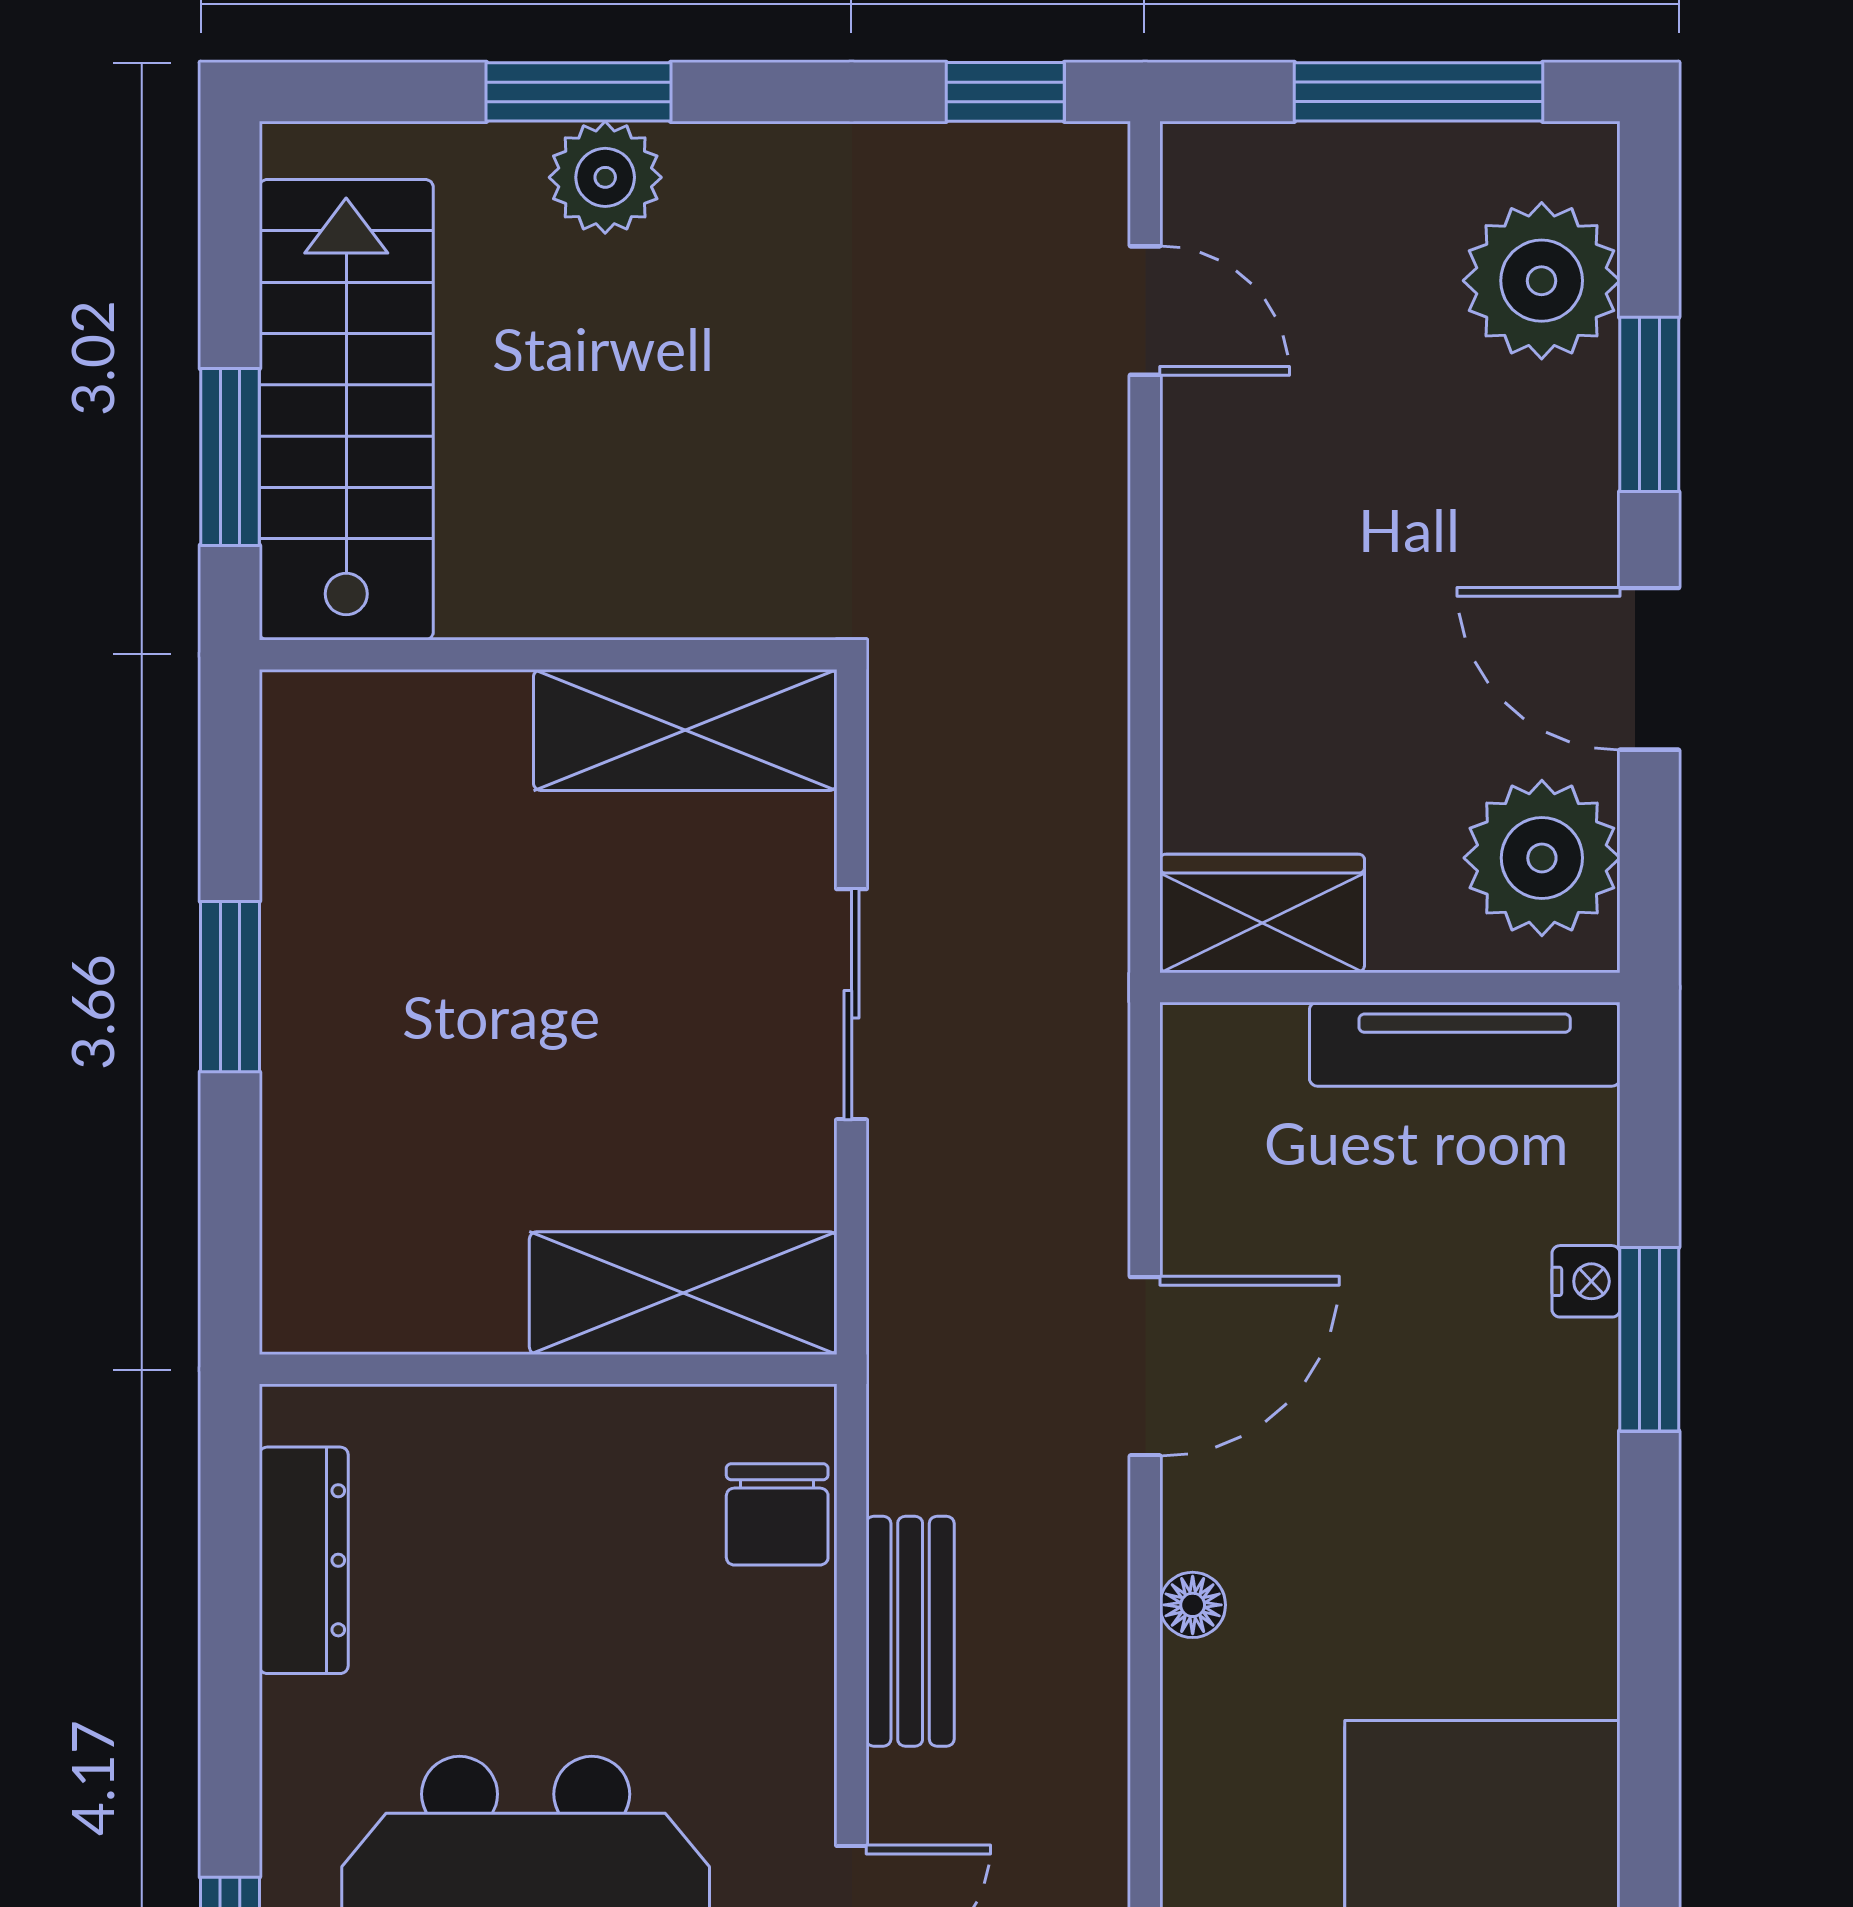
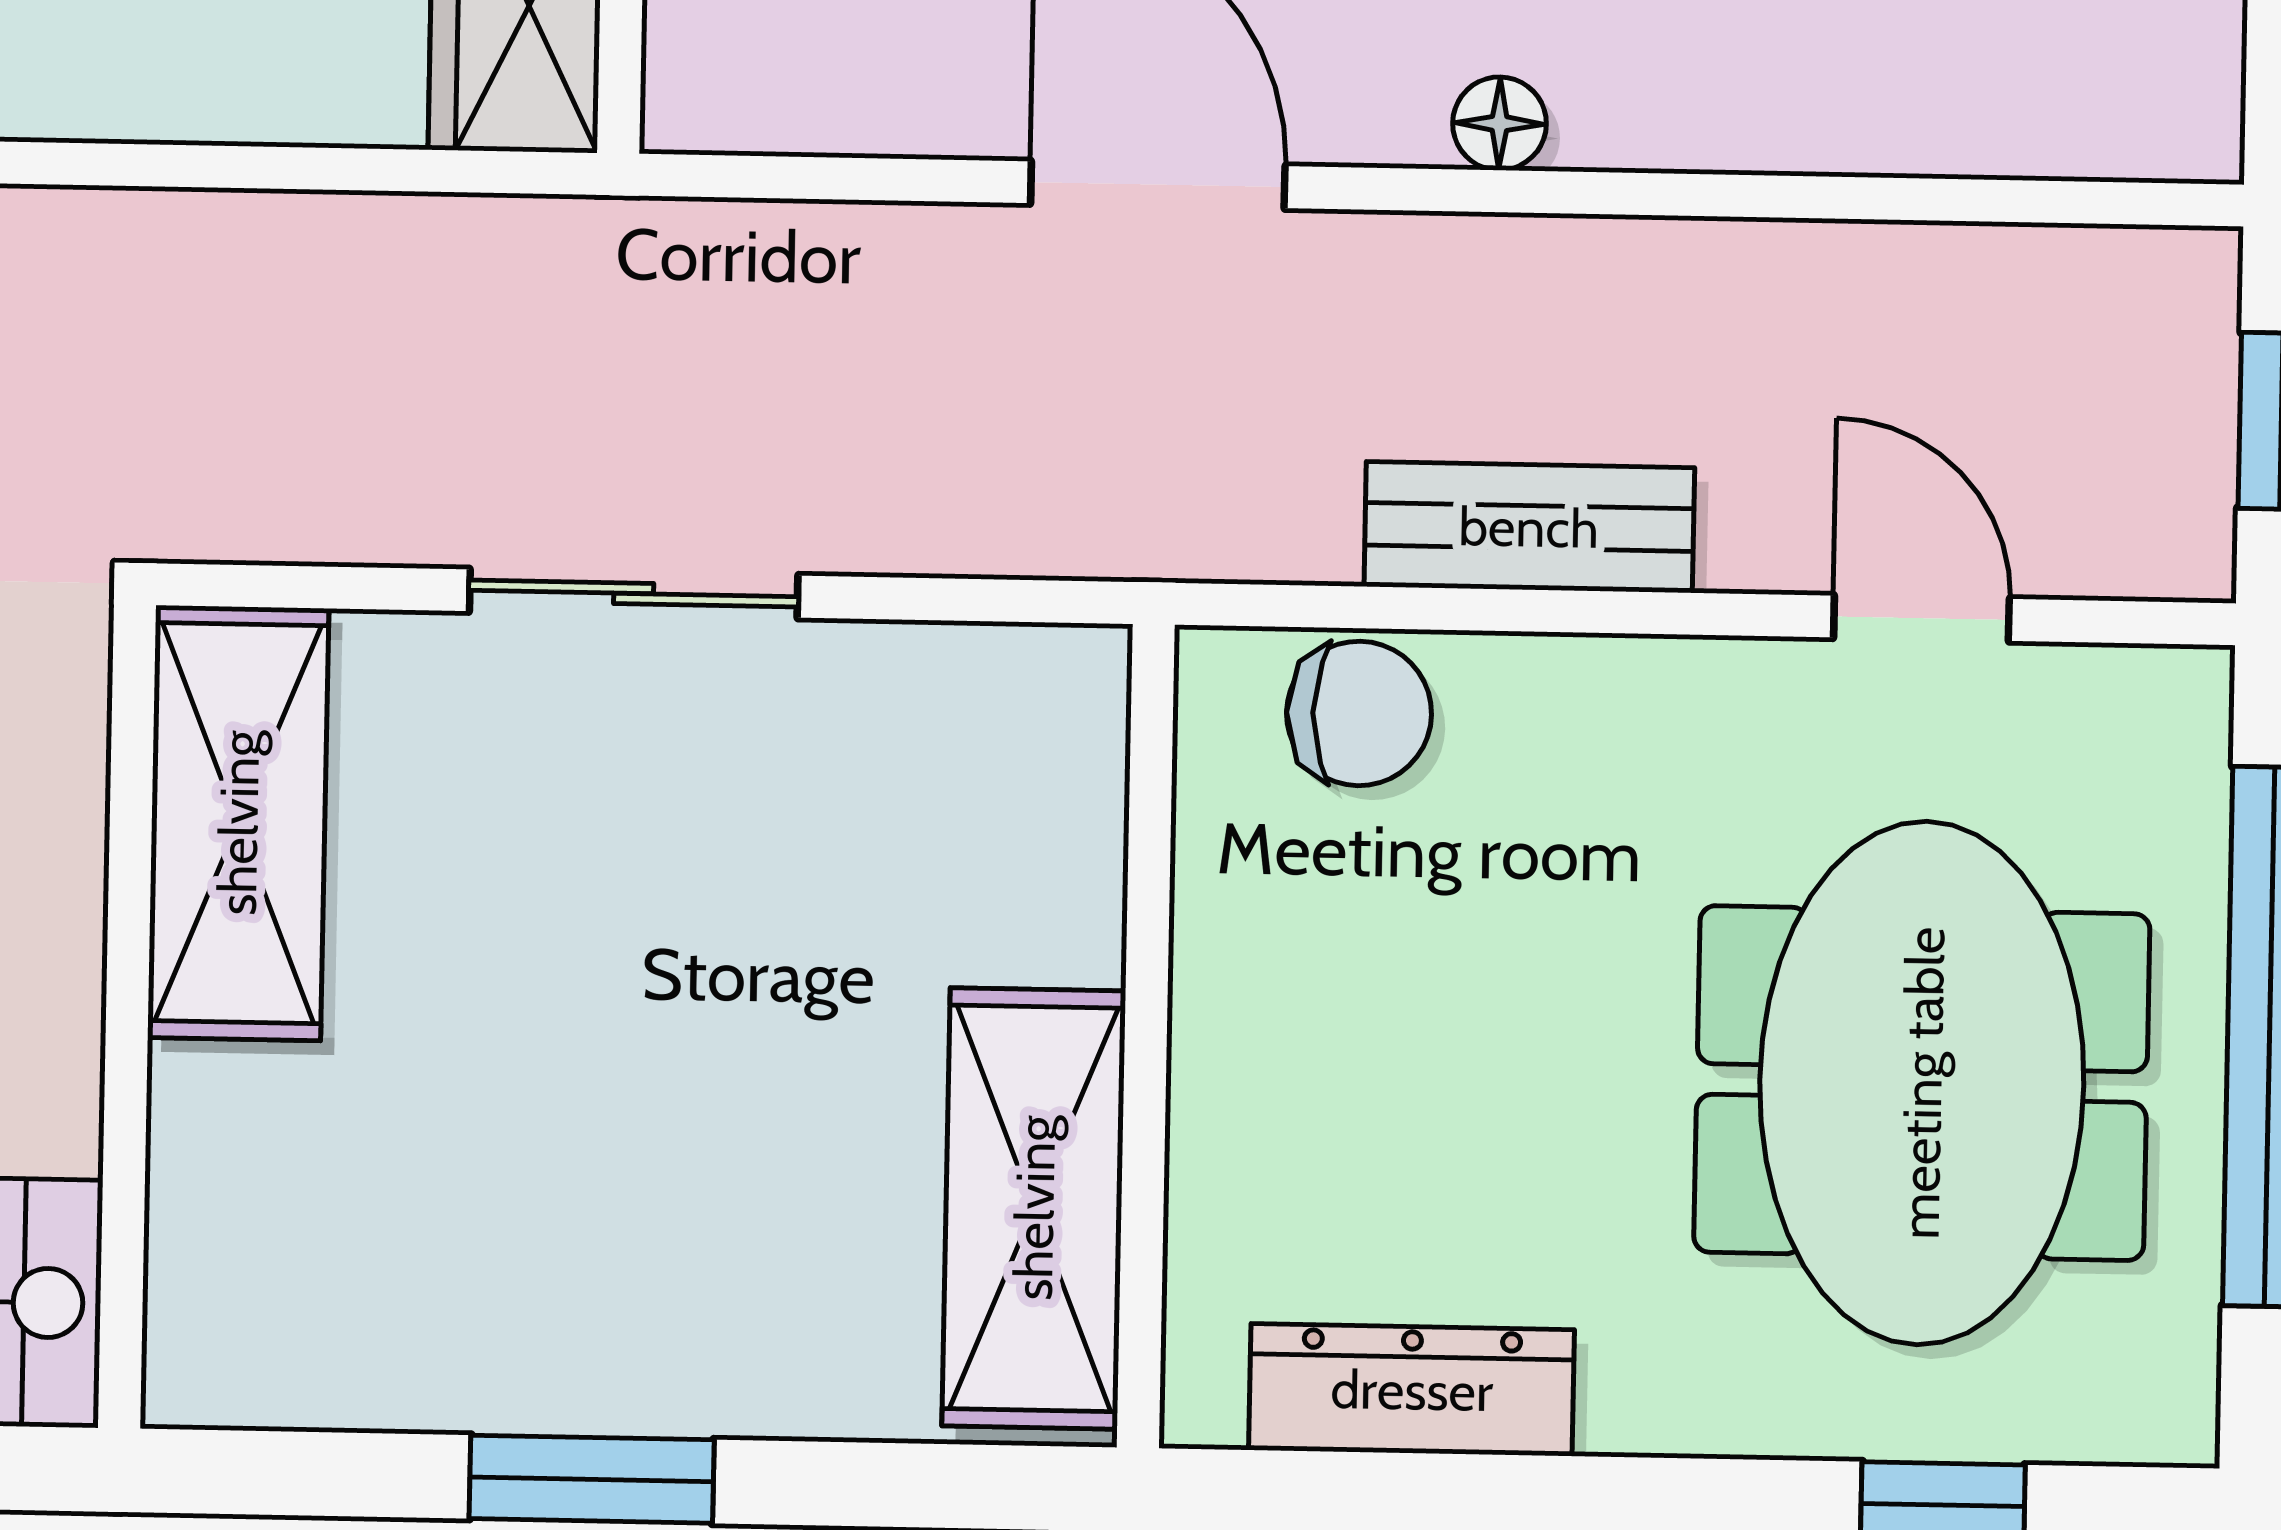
shelving: (683, 1293) -> (1034, 1208), moved

